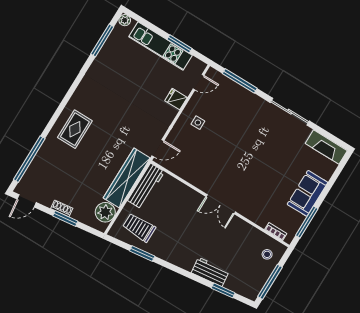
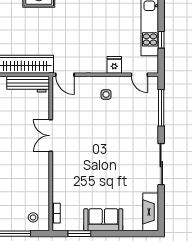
window: (179, 44) -> (161, 40), width x0.67
double door: (221, 204) -> (51, 136), moved
window: (307, 222) -> (79, 234), width x0.69

